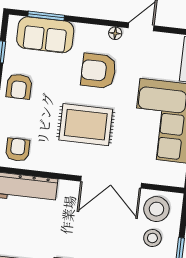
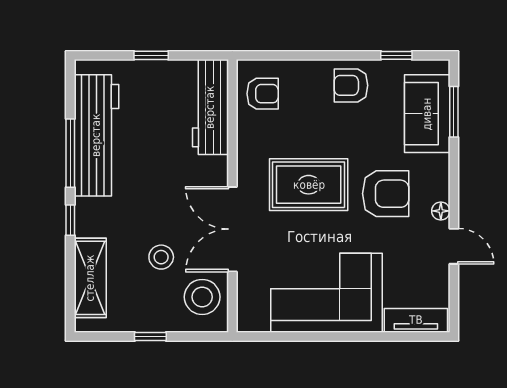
armchair: (98, 71) -> (386, 194), turned 90
rug: (86, 125) -> (309, 185), turned 90
stool: (152, 238) -> (161, 257), moved

